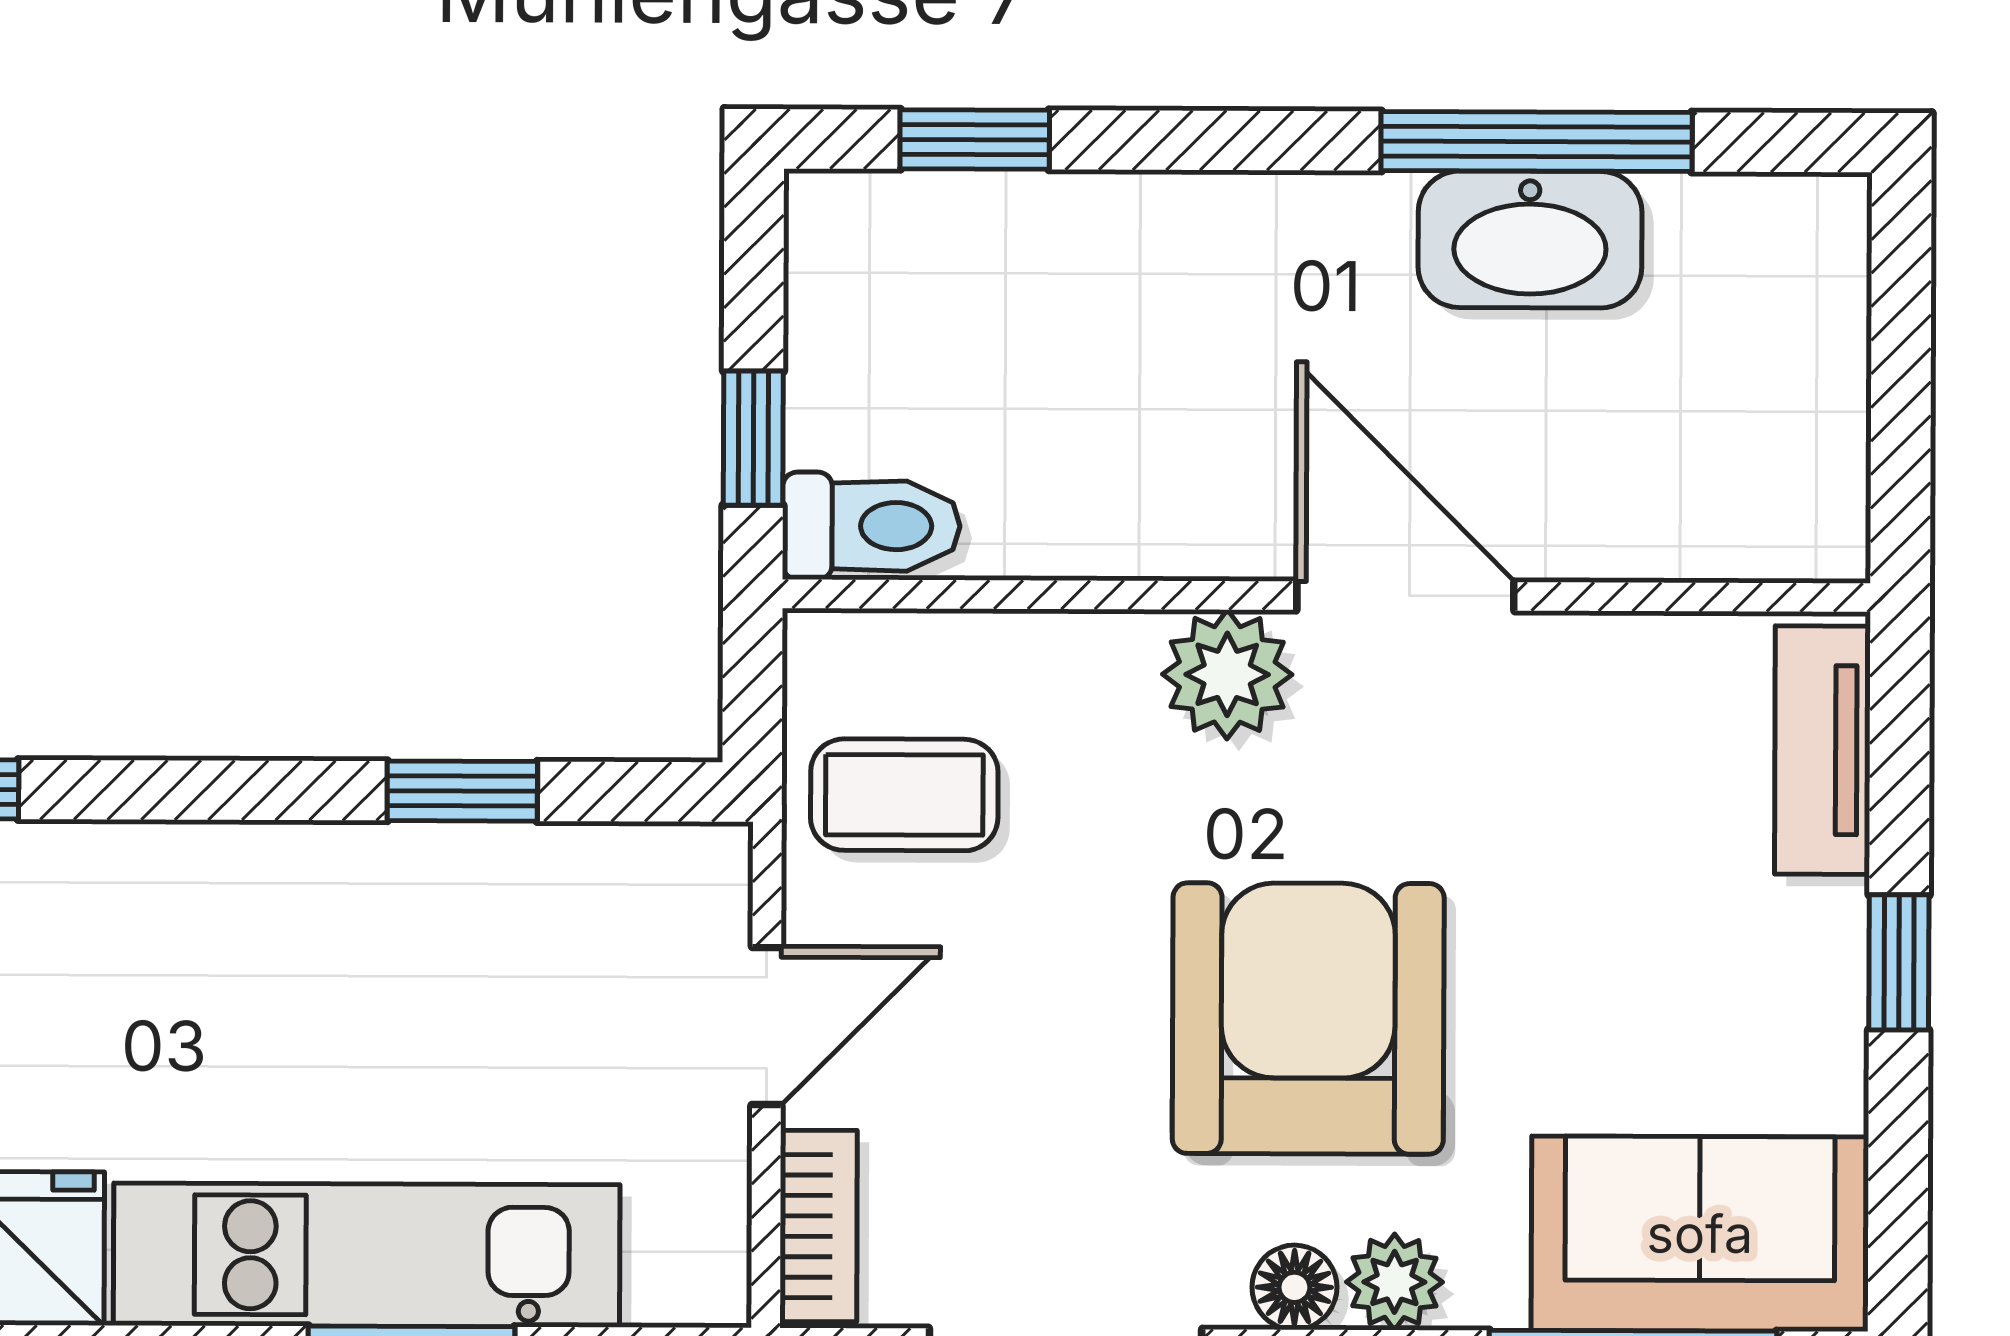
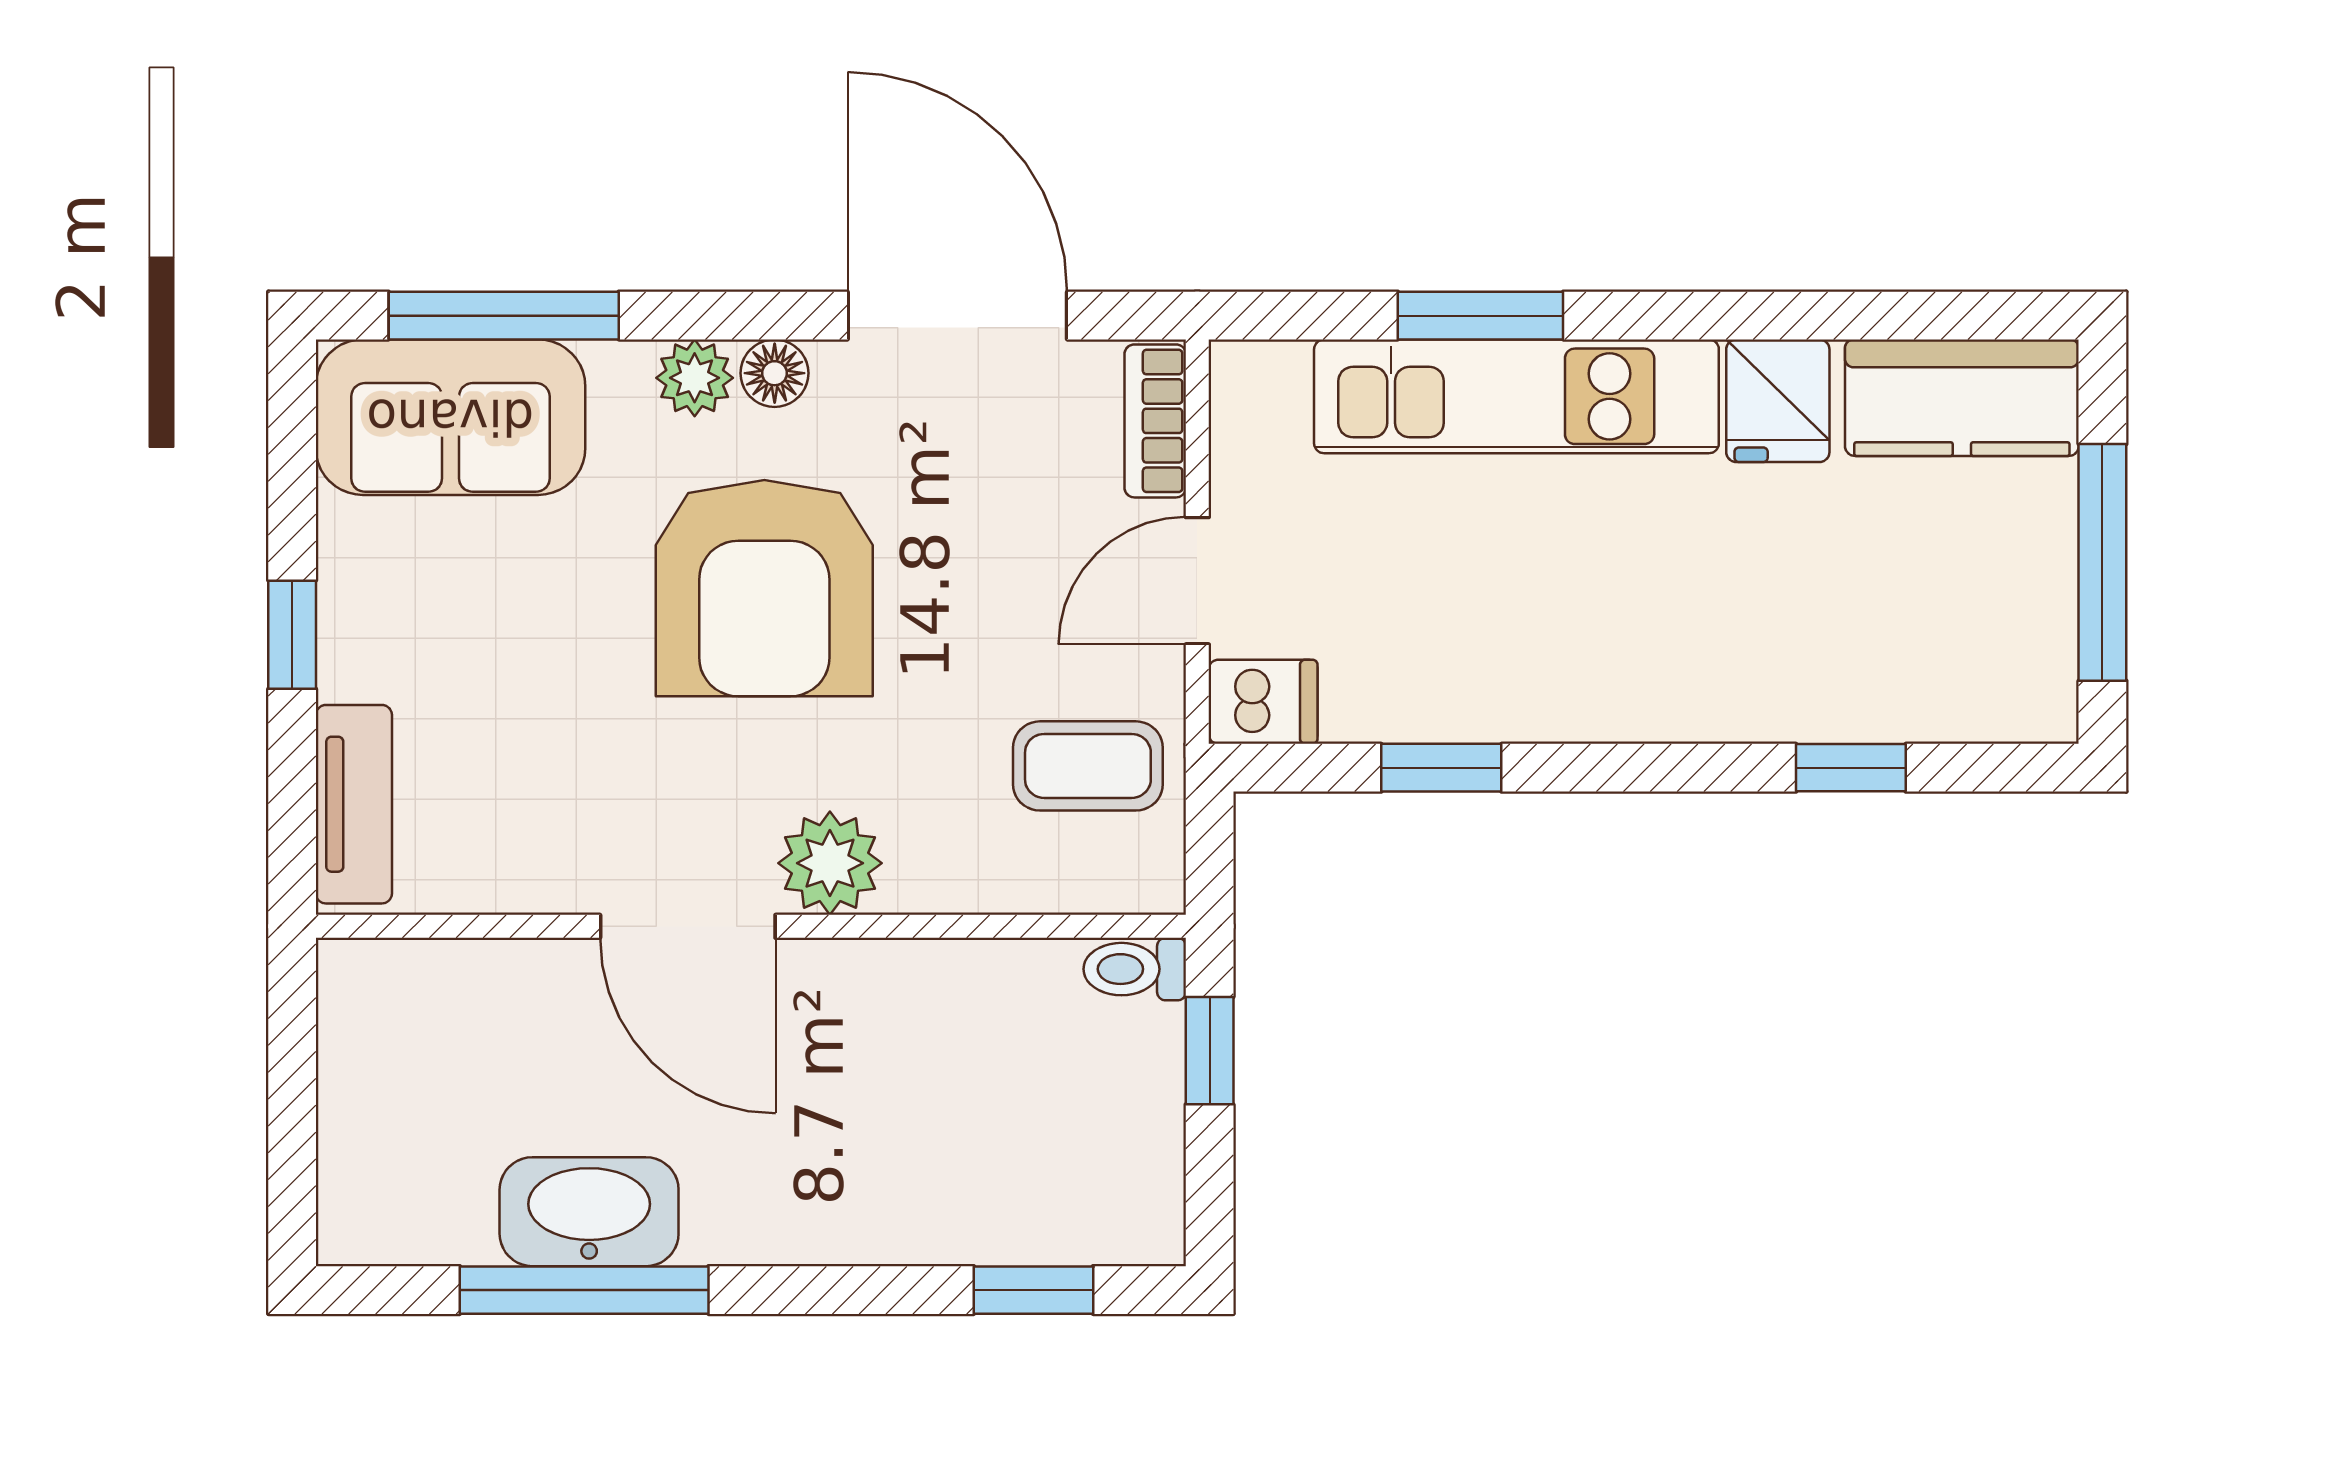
toilet: (871, 526) -> (1135, 969), width x0.73, depth x0.72
dishwasher: (685, 874) -> (1263, 702), added

